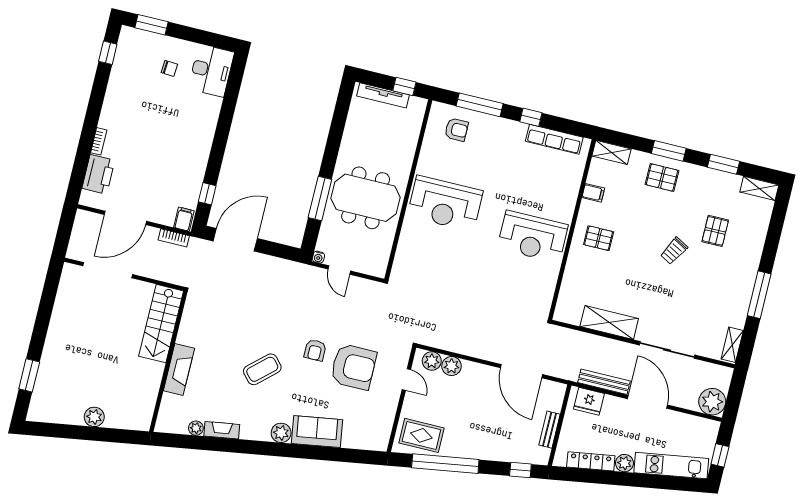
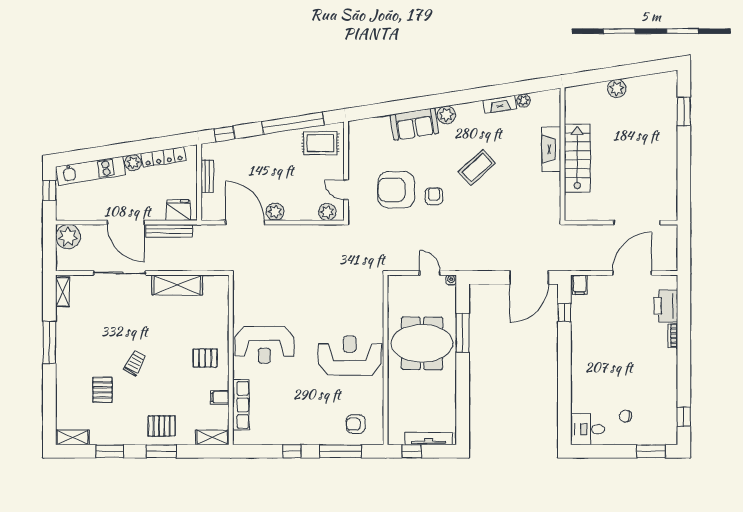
desk: (211, 71) -> (588, 429), width x0.73
row of seats: (554, 139) -> (241, 405), moved, turned 90
reception desk: (533, 237) -> (264, 345), turned 180
bookcase: (174, 238) -> (585, 266), removed
stairs: (161, 324) -> (577, 158), moved
plant: (452, 366) -> (275, 212), moved

